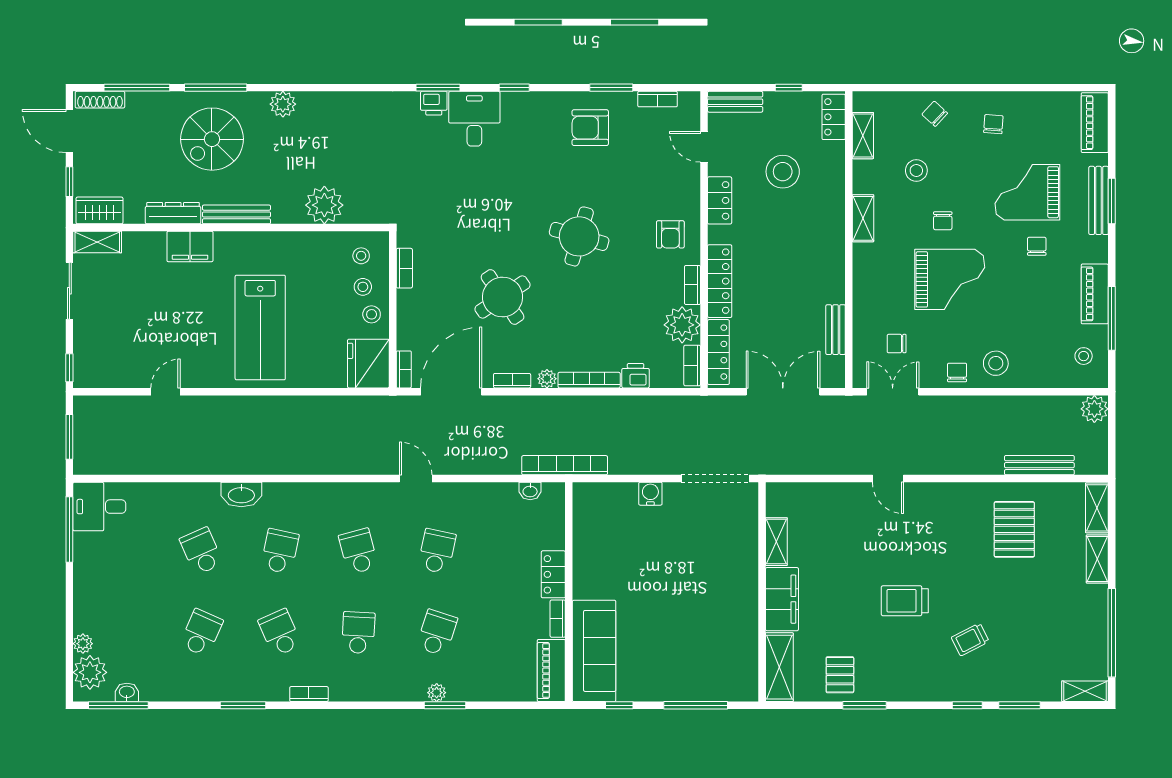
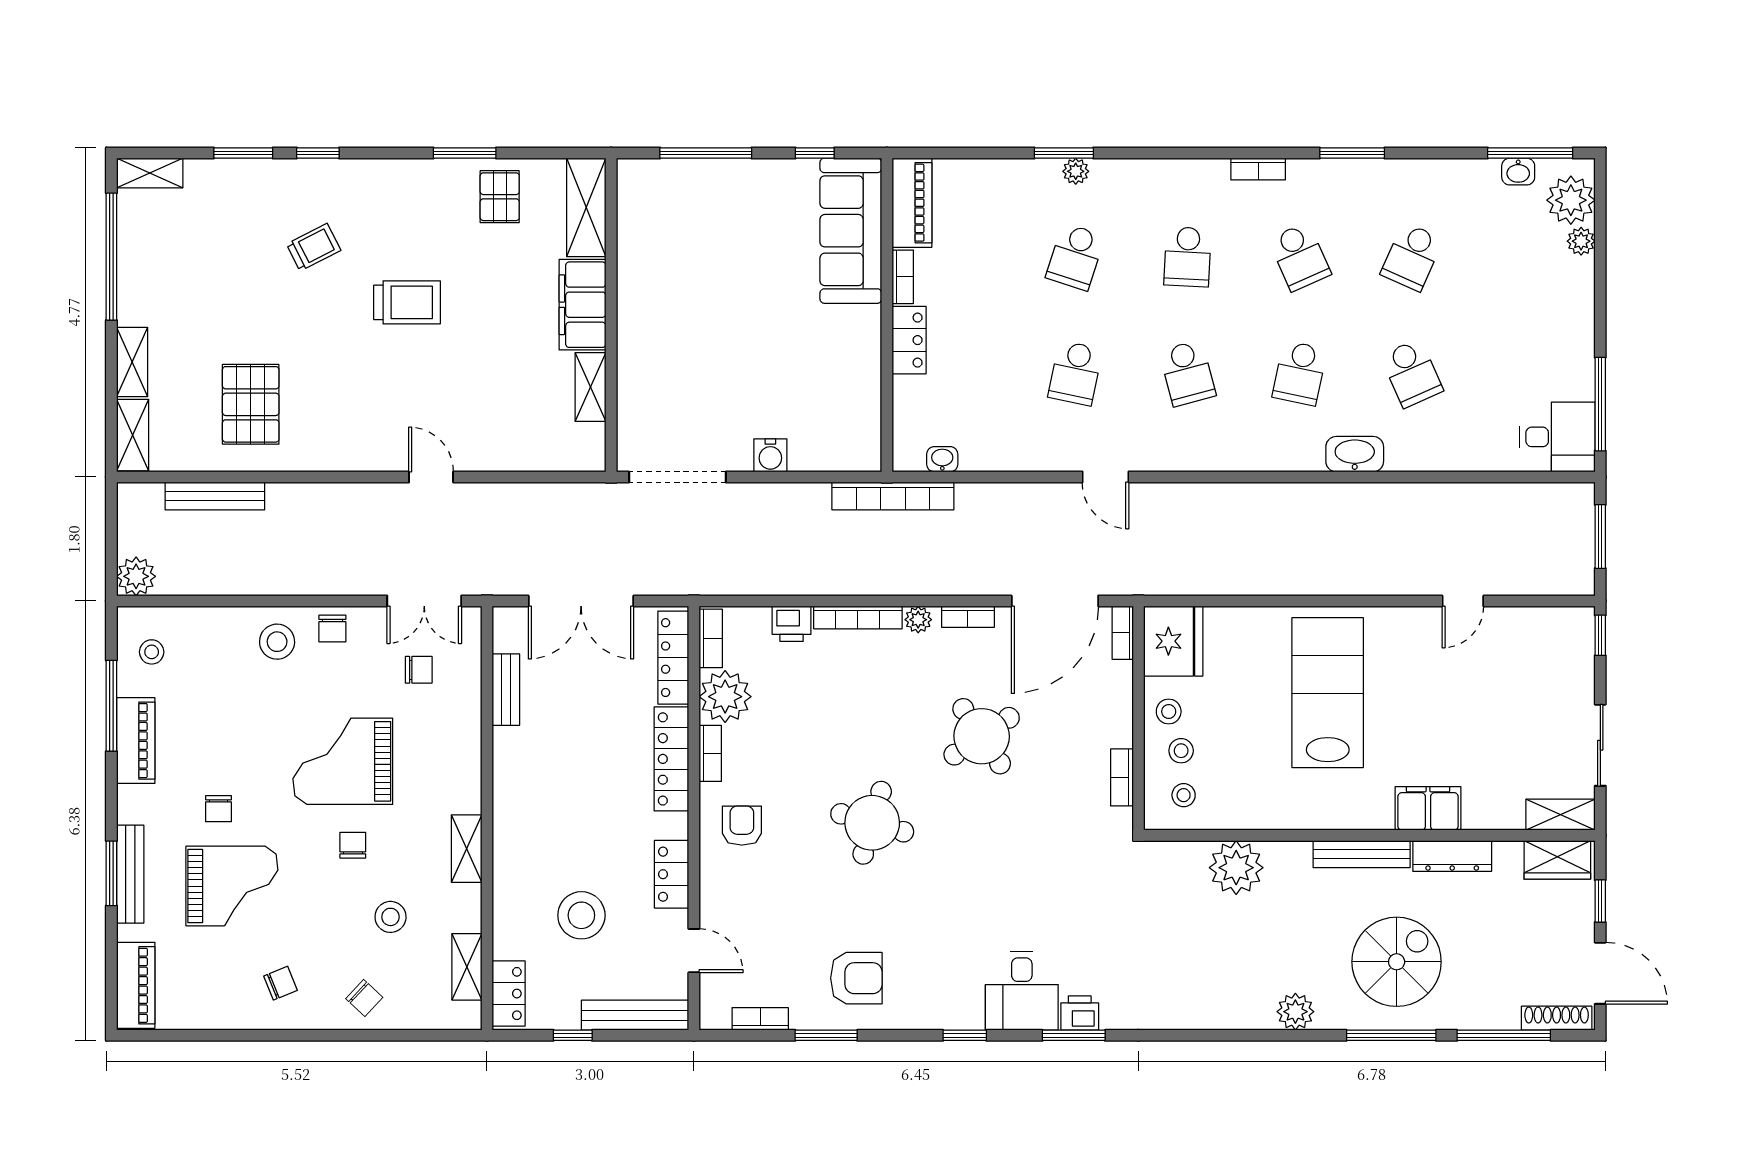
bench: (735, 102) -> (635, 1015), width x1.36
chair: (993, 124) -> (281, 983), turned -116

